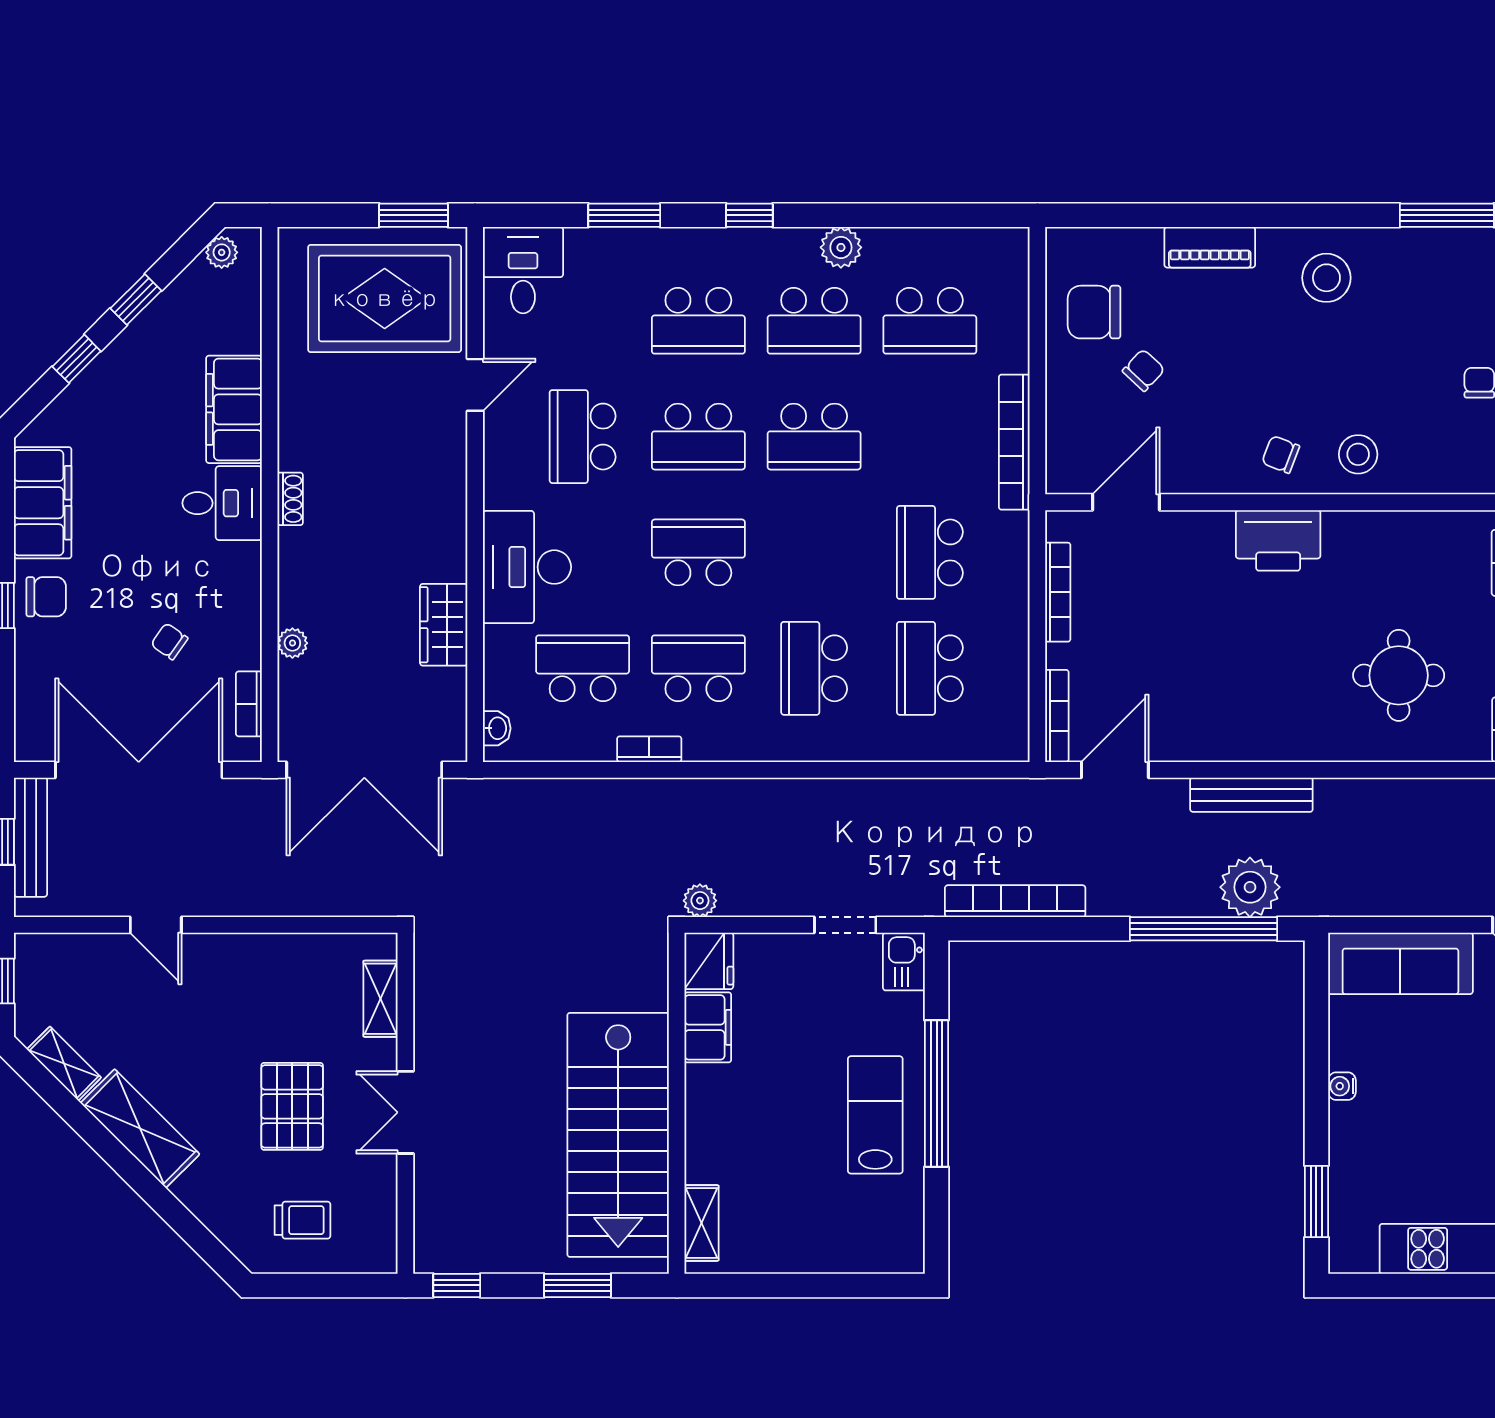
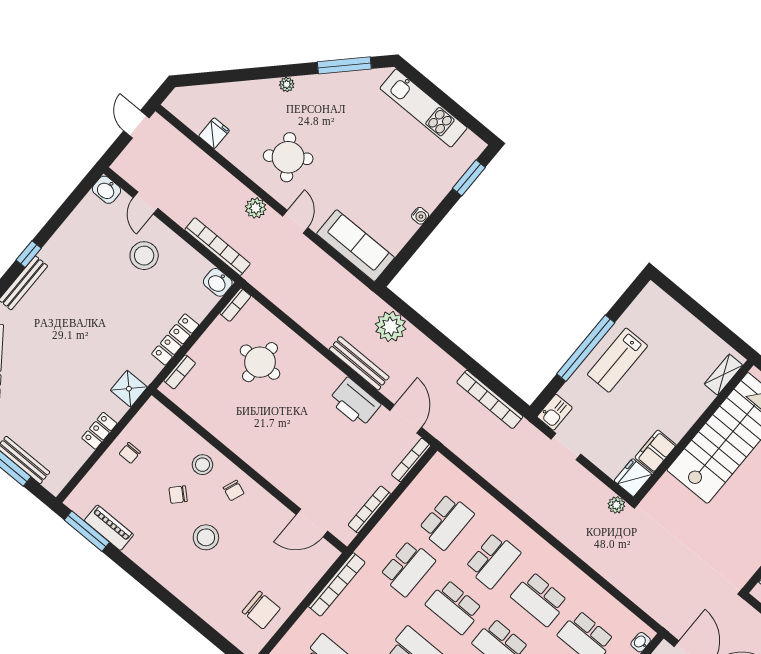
piano: (1210, 247) -> (109, 528), moved
stool: (1326, 278) -> (206, 537), moved
chair: (1144, 370) -> (178, 495), moved
printer: (1278, 540) -> (355, 402), moved, turned 180
school desk: (814, 552) -> (454, 607), added
bookcase: (649, 749) -> (586, 583), removed
door: (1115, 770) -> (406, 419), swing flipped
window: (1204, 929) -> (423, 325), removed

